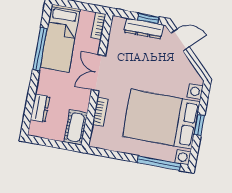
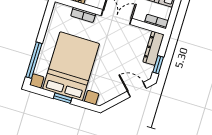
dresser: (144, 28) -> (153, 48), moved
door: (180, 40) -> (137, 90), swing flipped

